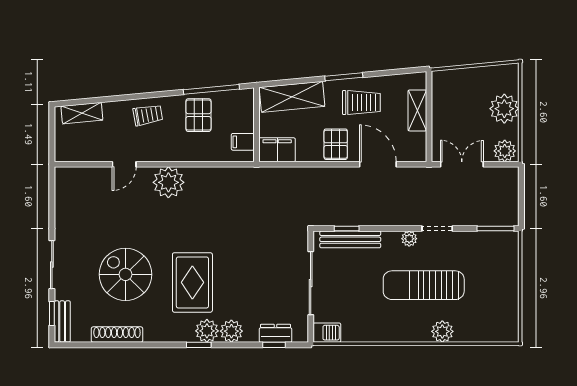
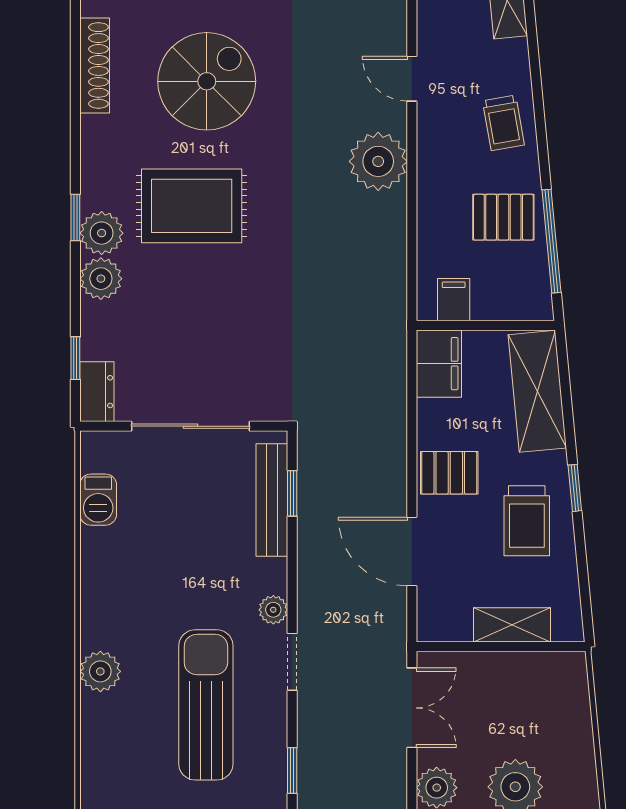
window: (344, 77) -> (575, 488), width x0.67
door: (378, 164) -> (412, 551), swing flipped
window: (495, 228) -> (292, 770), width x0.67
sun lounger: (424, 285) -> (206, 705), moved
dresser: (276, 333) -> (97, 392), moved
barbecue: (327, 333) -> (98, 500), moved

